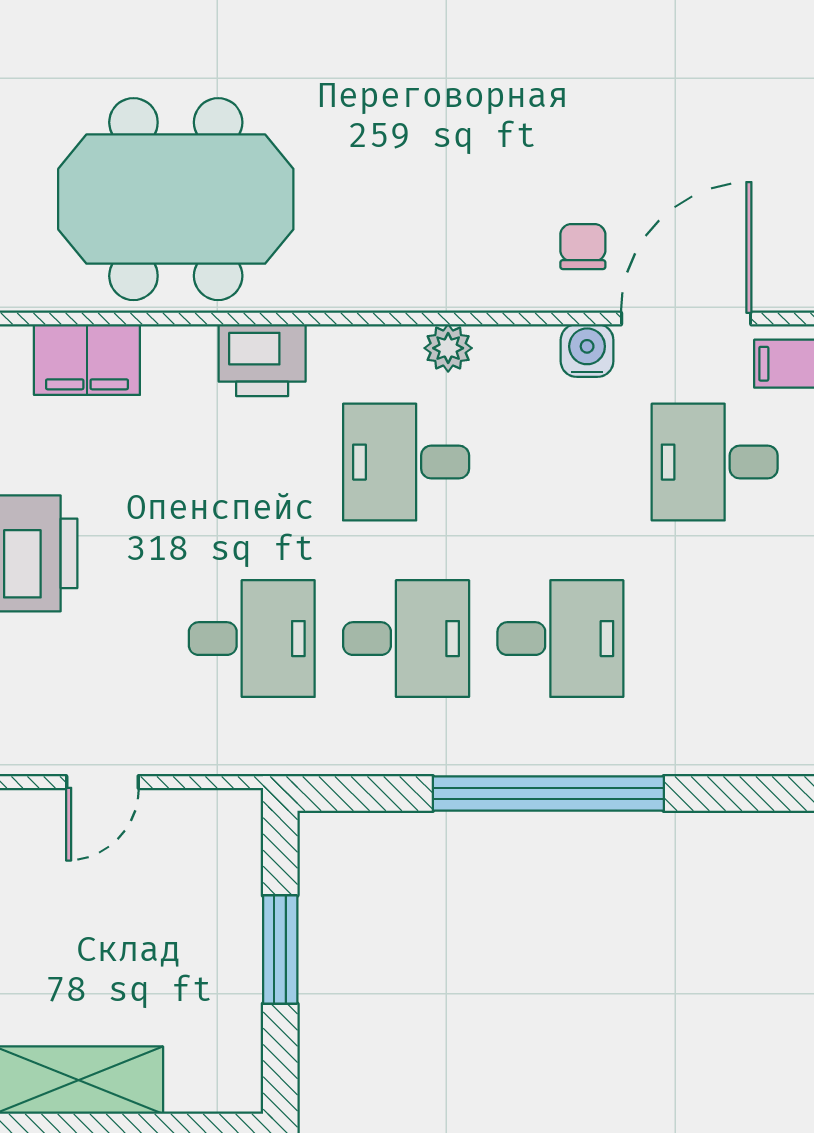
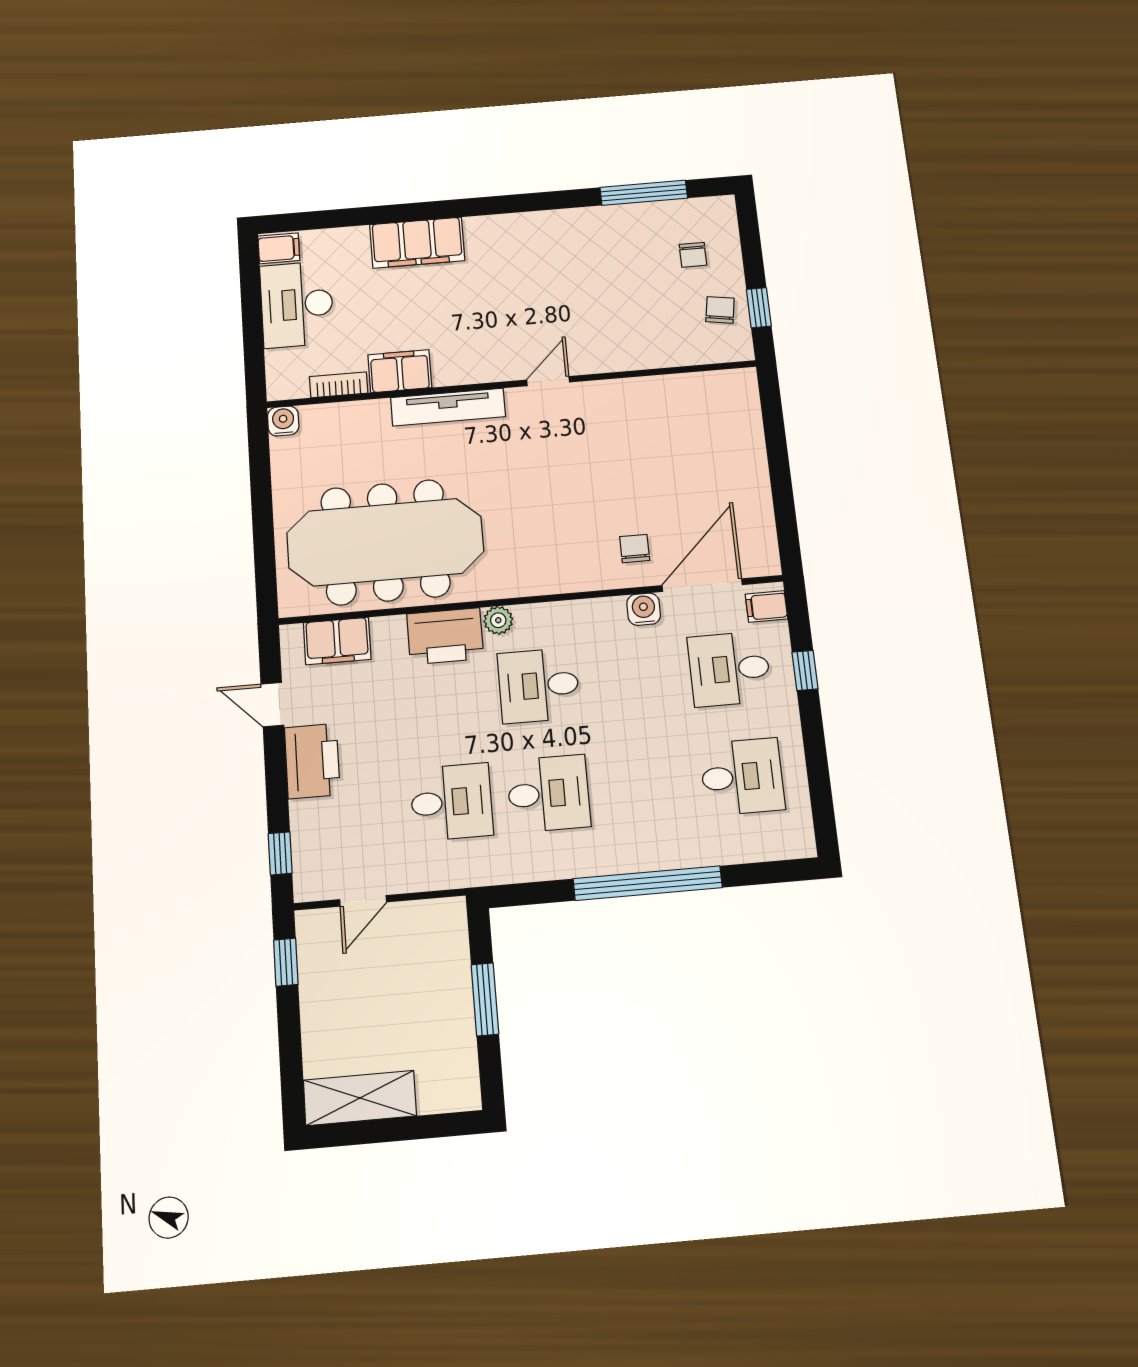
meeting table: (176, 199) -> (385, 542), width x1.36
plant: (448, 348) -> (498, 620), moved
printer: (262, 360) -> (445, 636), width x1.37, depth x1.19
desk: (560, 639) -> (742, 777), moved

